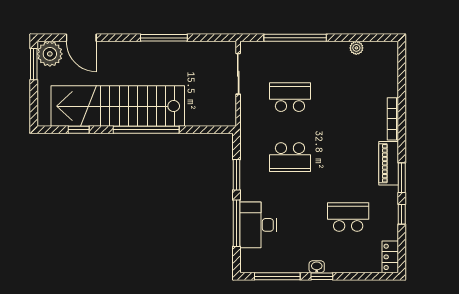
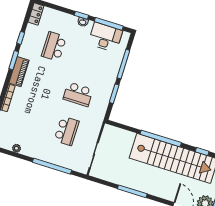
school desk: (290, 97) -> (67, 131), turned -90
school desk: (290, 157) -> (78, 94), turned 180
school desk: (348, 217) -> (54, 46), turned 90
desk: (258, 225) -> (105, 37), moved, turned -90

